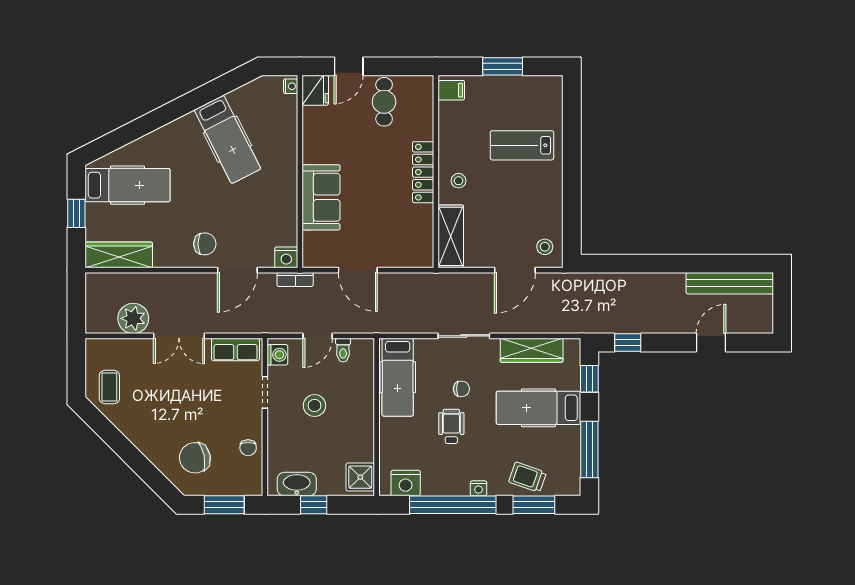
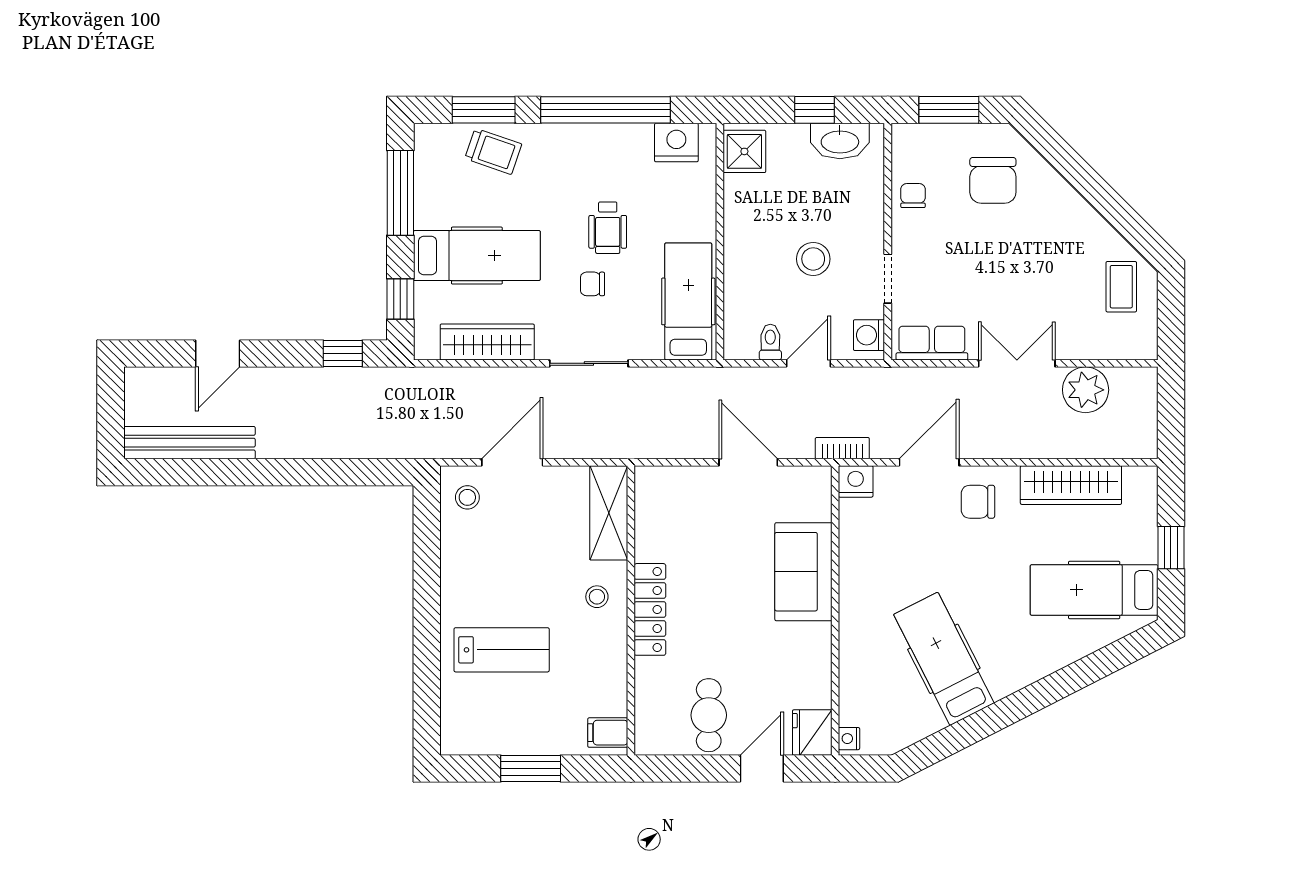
wardrobe: (119, 255) -> (1071, 485), moved
chair: (195, 458) -> (993, 180), turned 101
nightstand: (479, 488) -> (567, 135), removed

